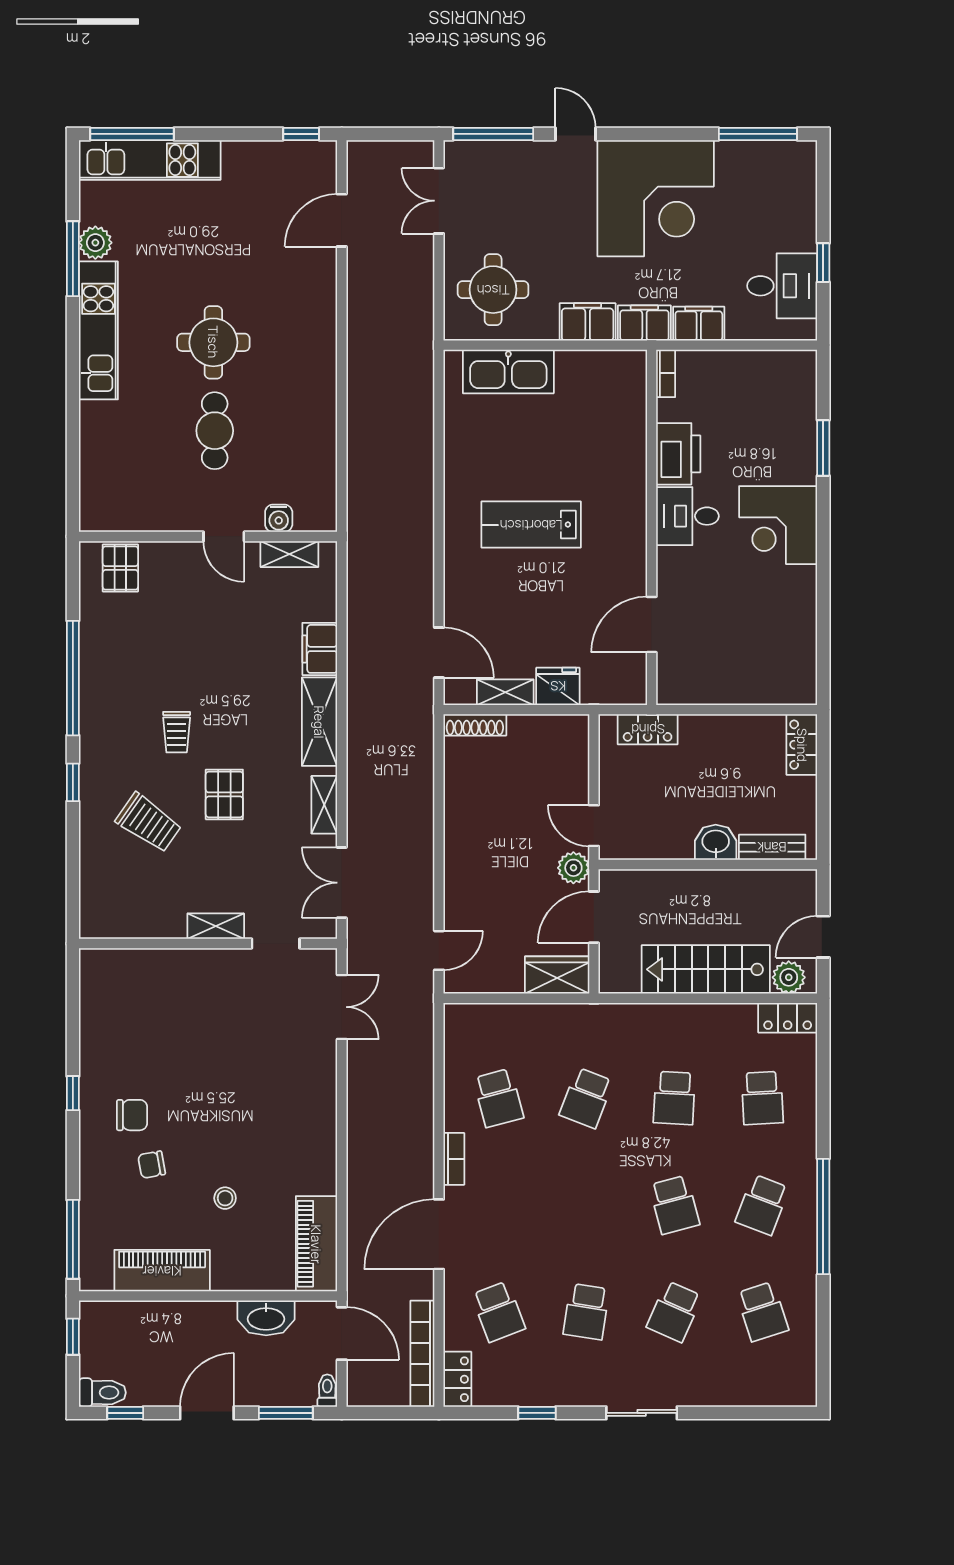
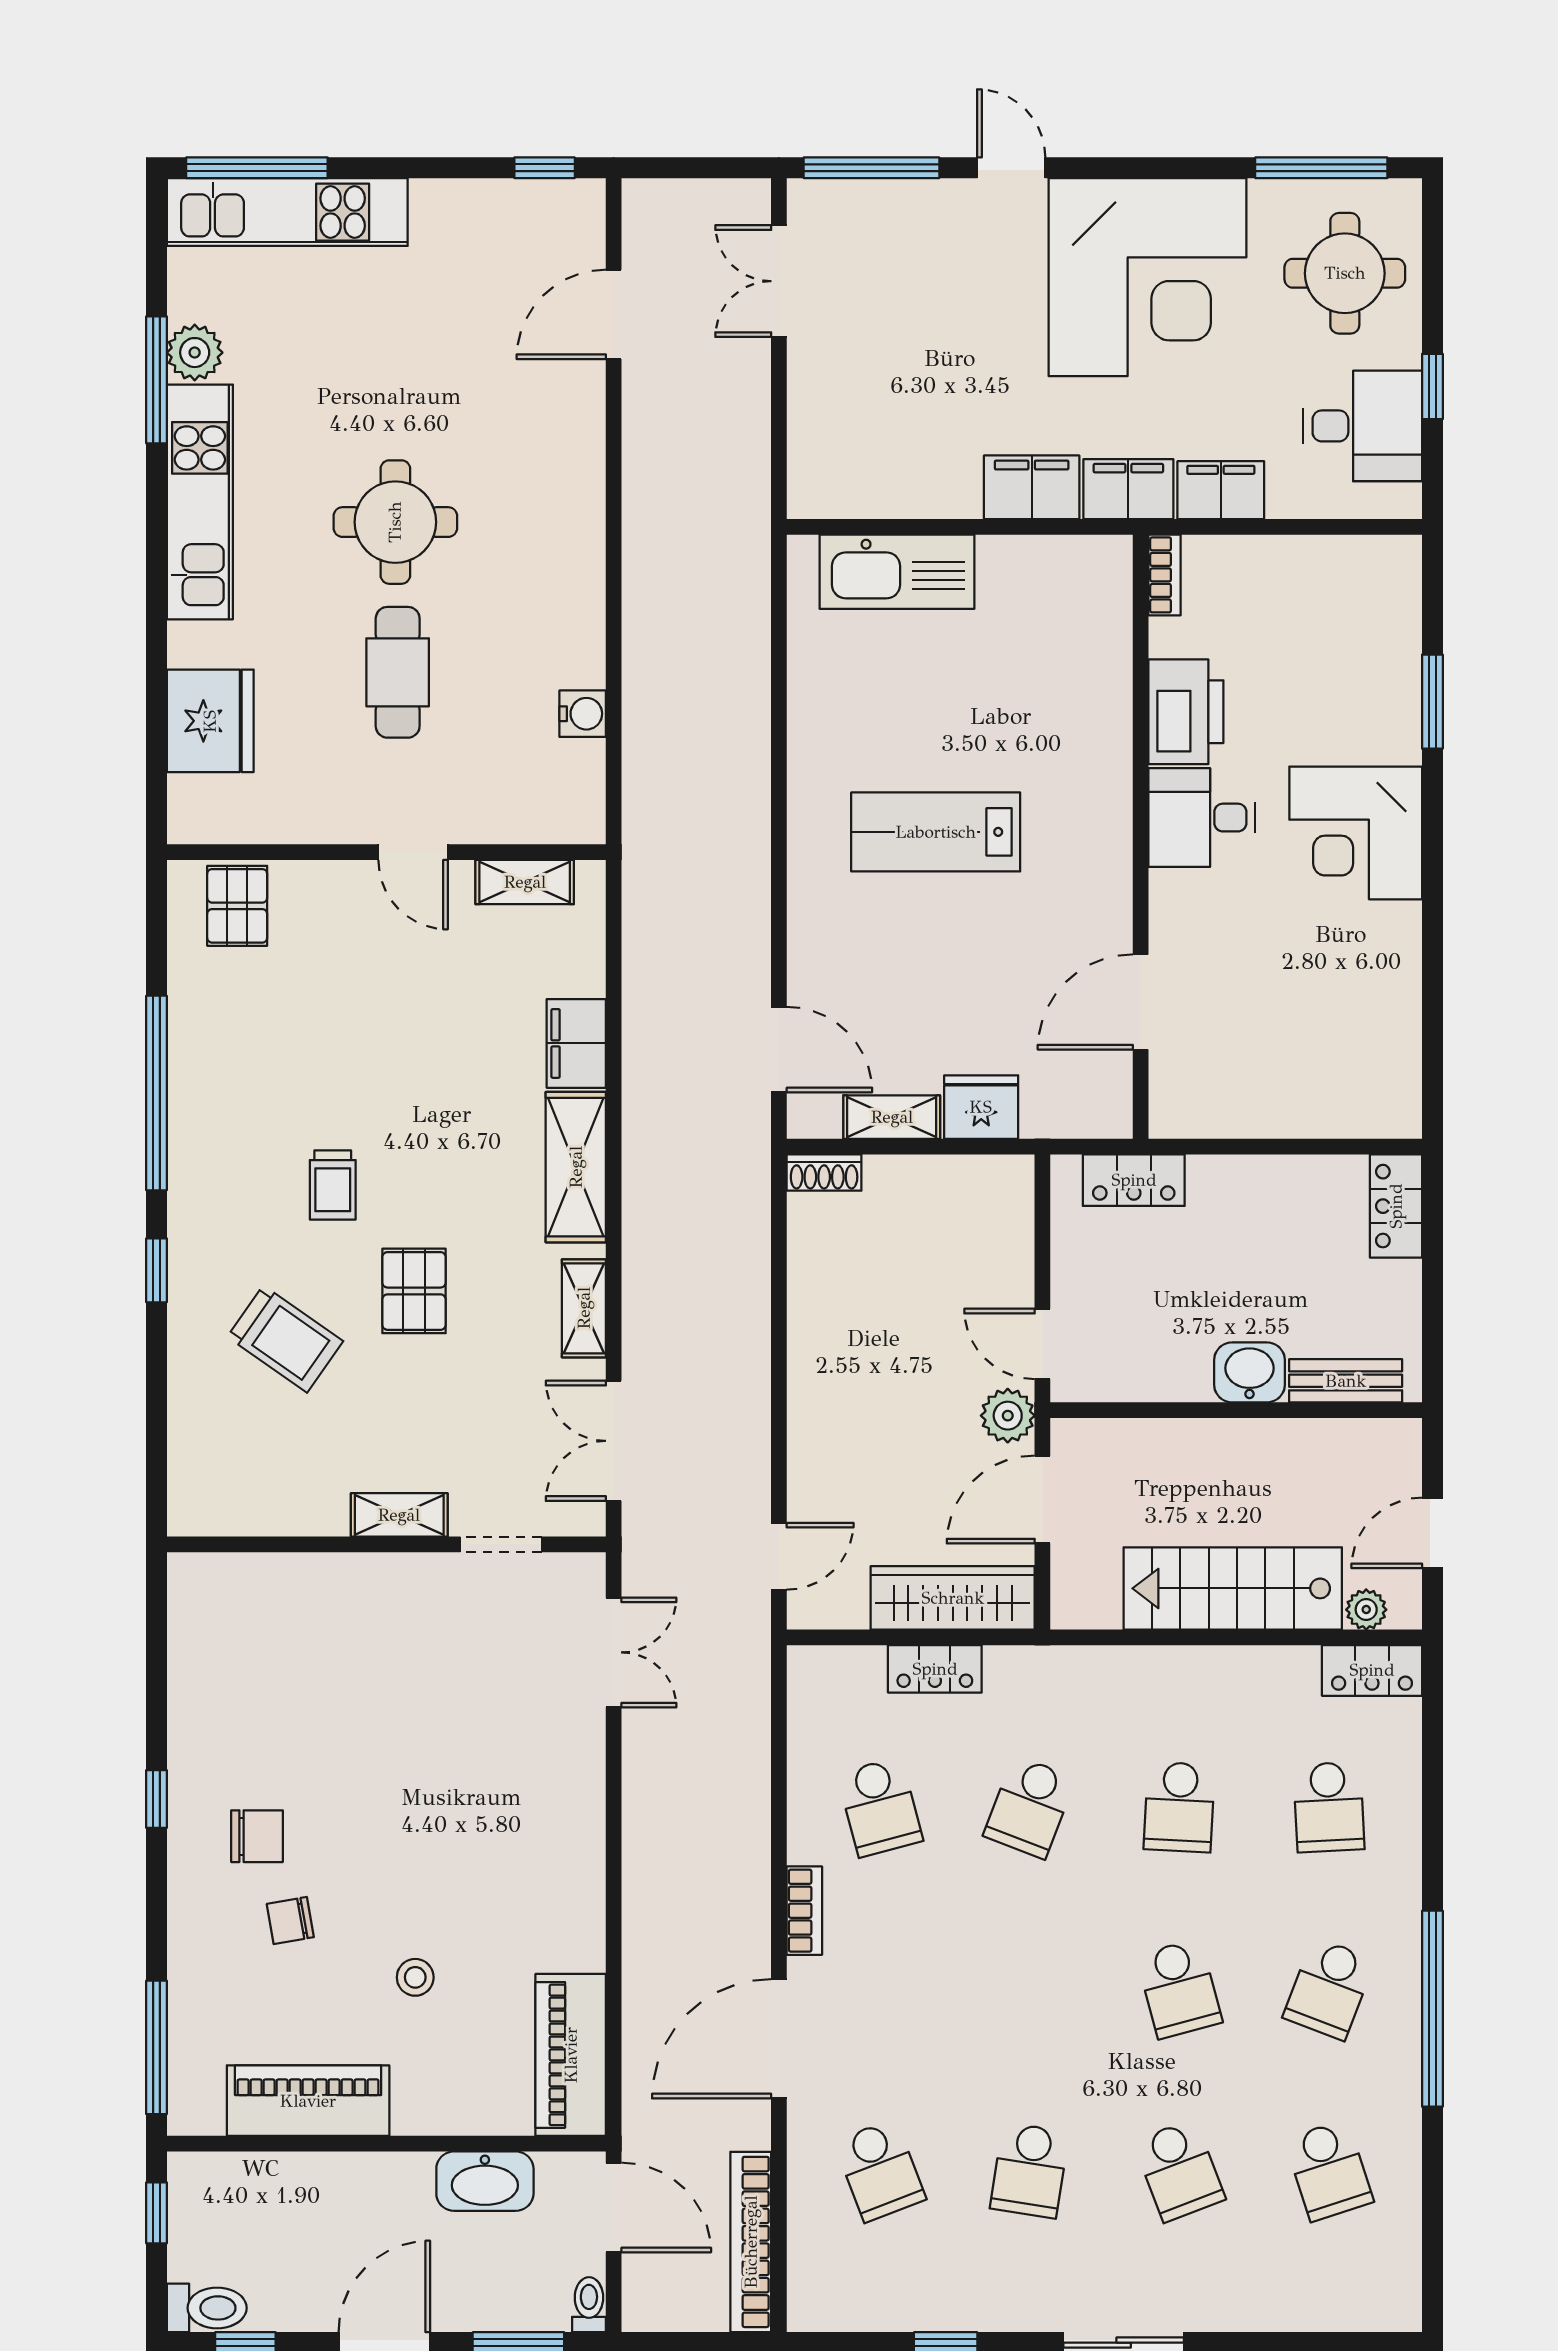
round table: (493, 290) -> (1345, 273), moved
fridge: (105, 459) -> (210, 721), added
water cooler: (279, 518) -> (583, 714), moved, turned -90
shoe rack: (475, 725) -> (824, 1173), width x0.70
wardrobe: (557, 975) -> (953, 1598), width x1.50
plant: (789, 977) -> (1366, 1610), width x0.73, depth x0.73
school desk: (674, 1312) -> (1179, 2170), turned -45
locker: (457, 1379) -> (935, 1669), moved, turned 90

